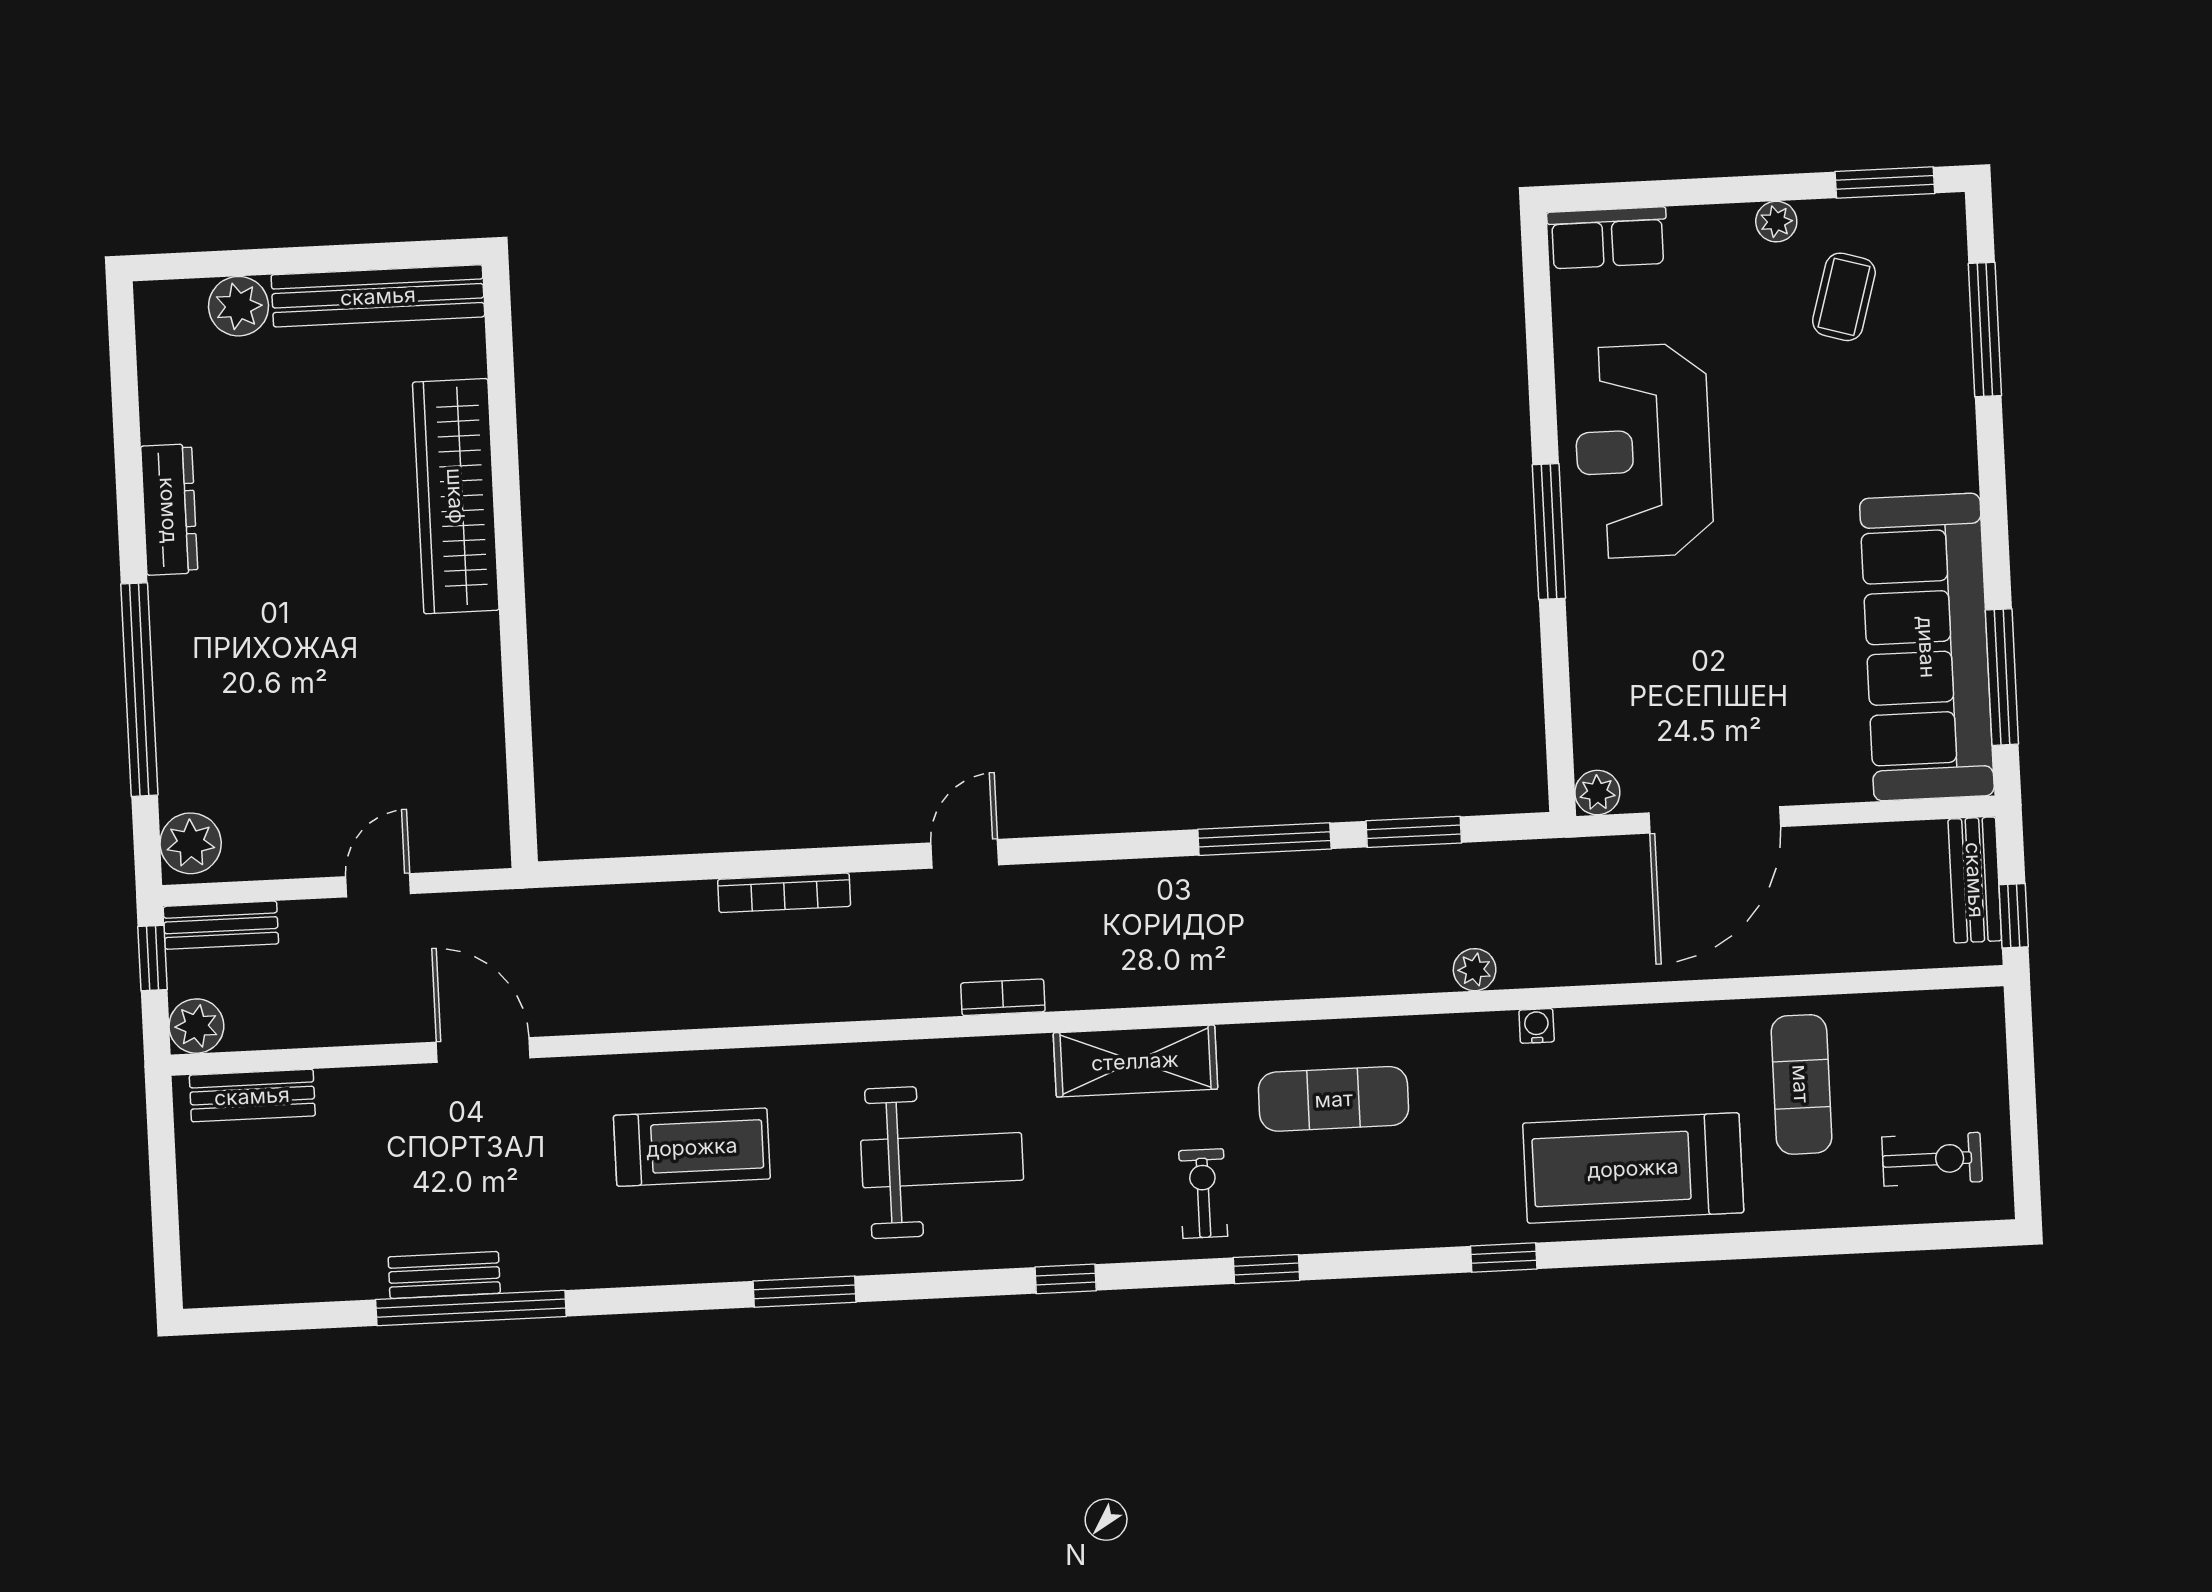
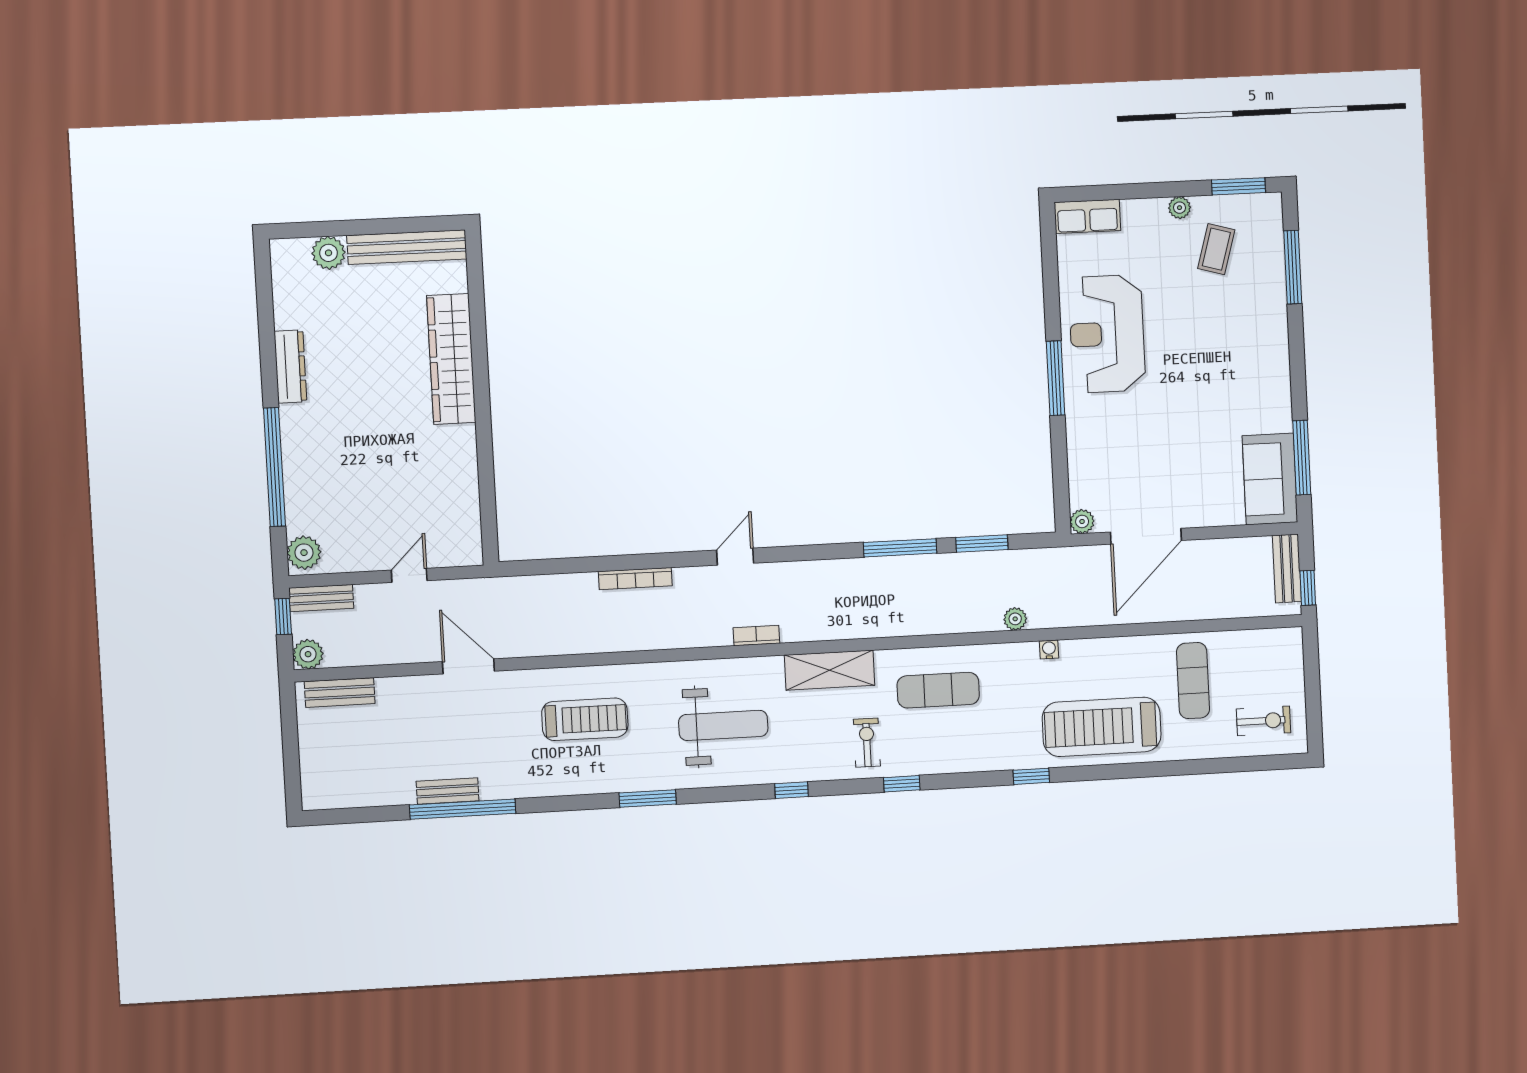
sofa: (1927, 647) -> (1270, 479), width x0.54, depth x0.79

